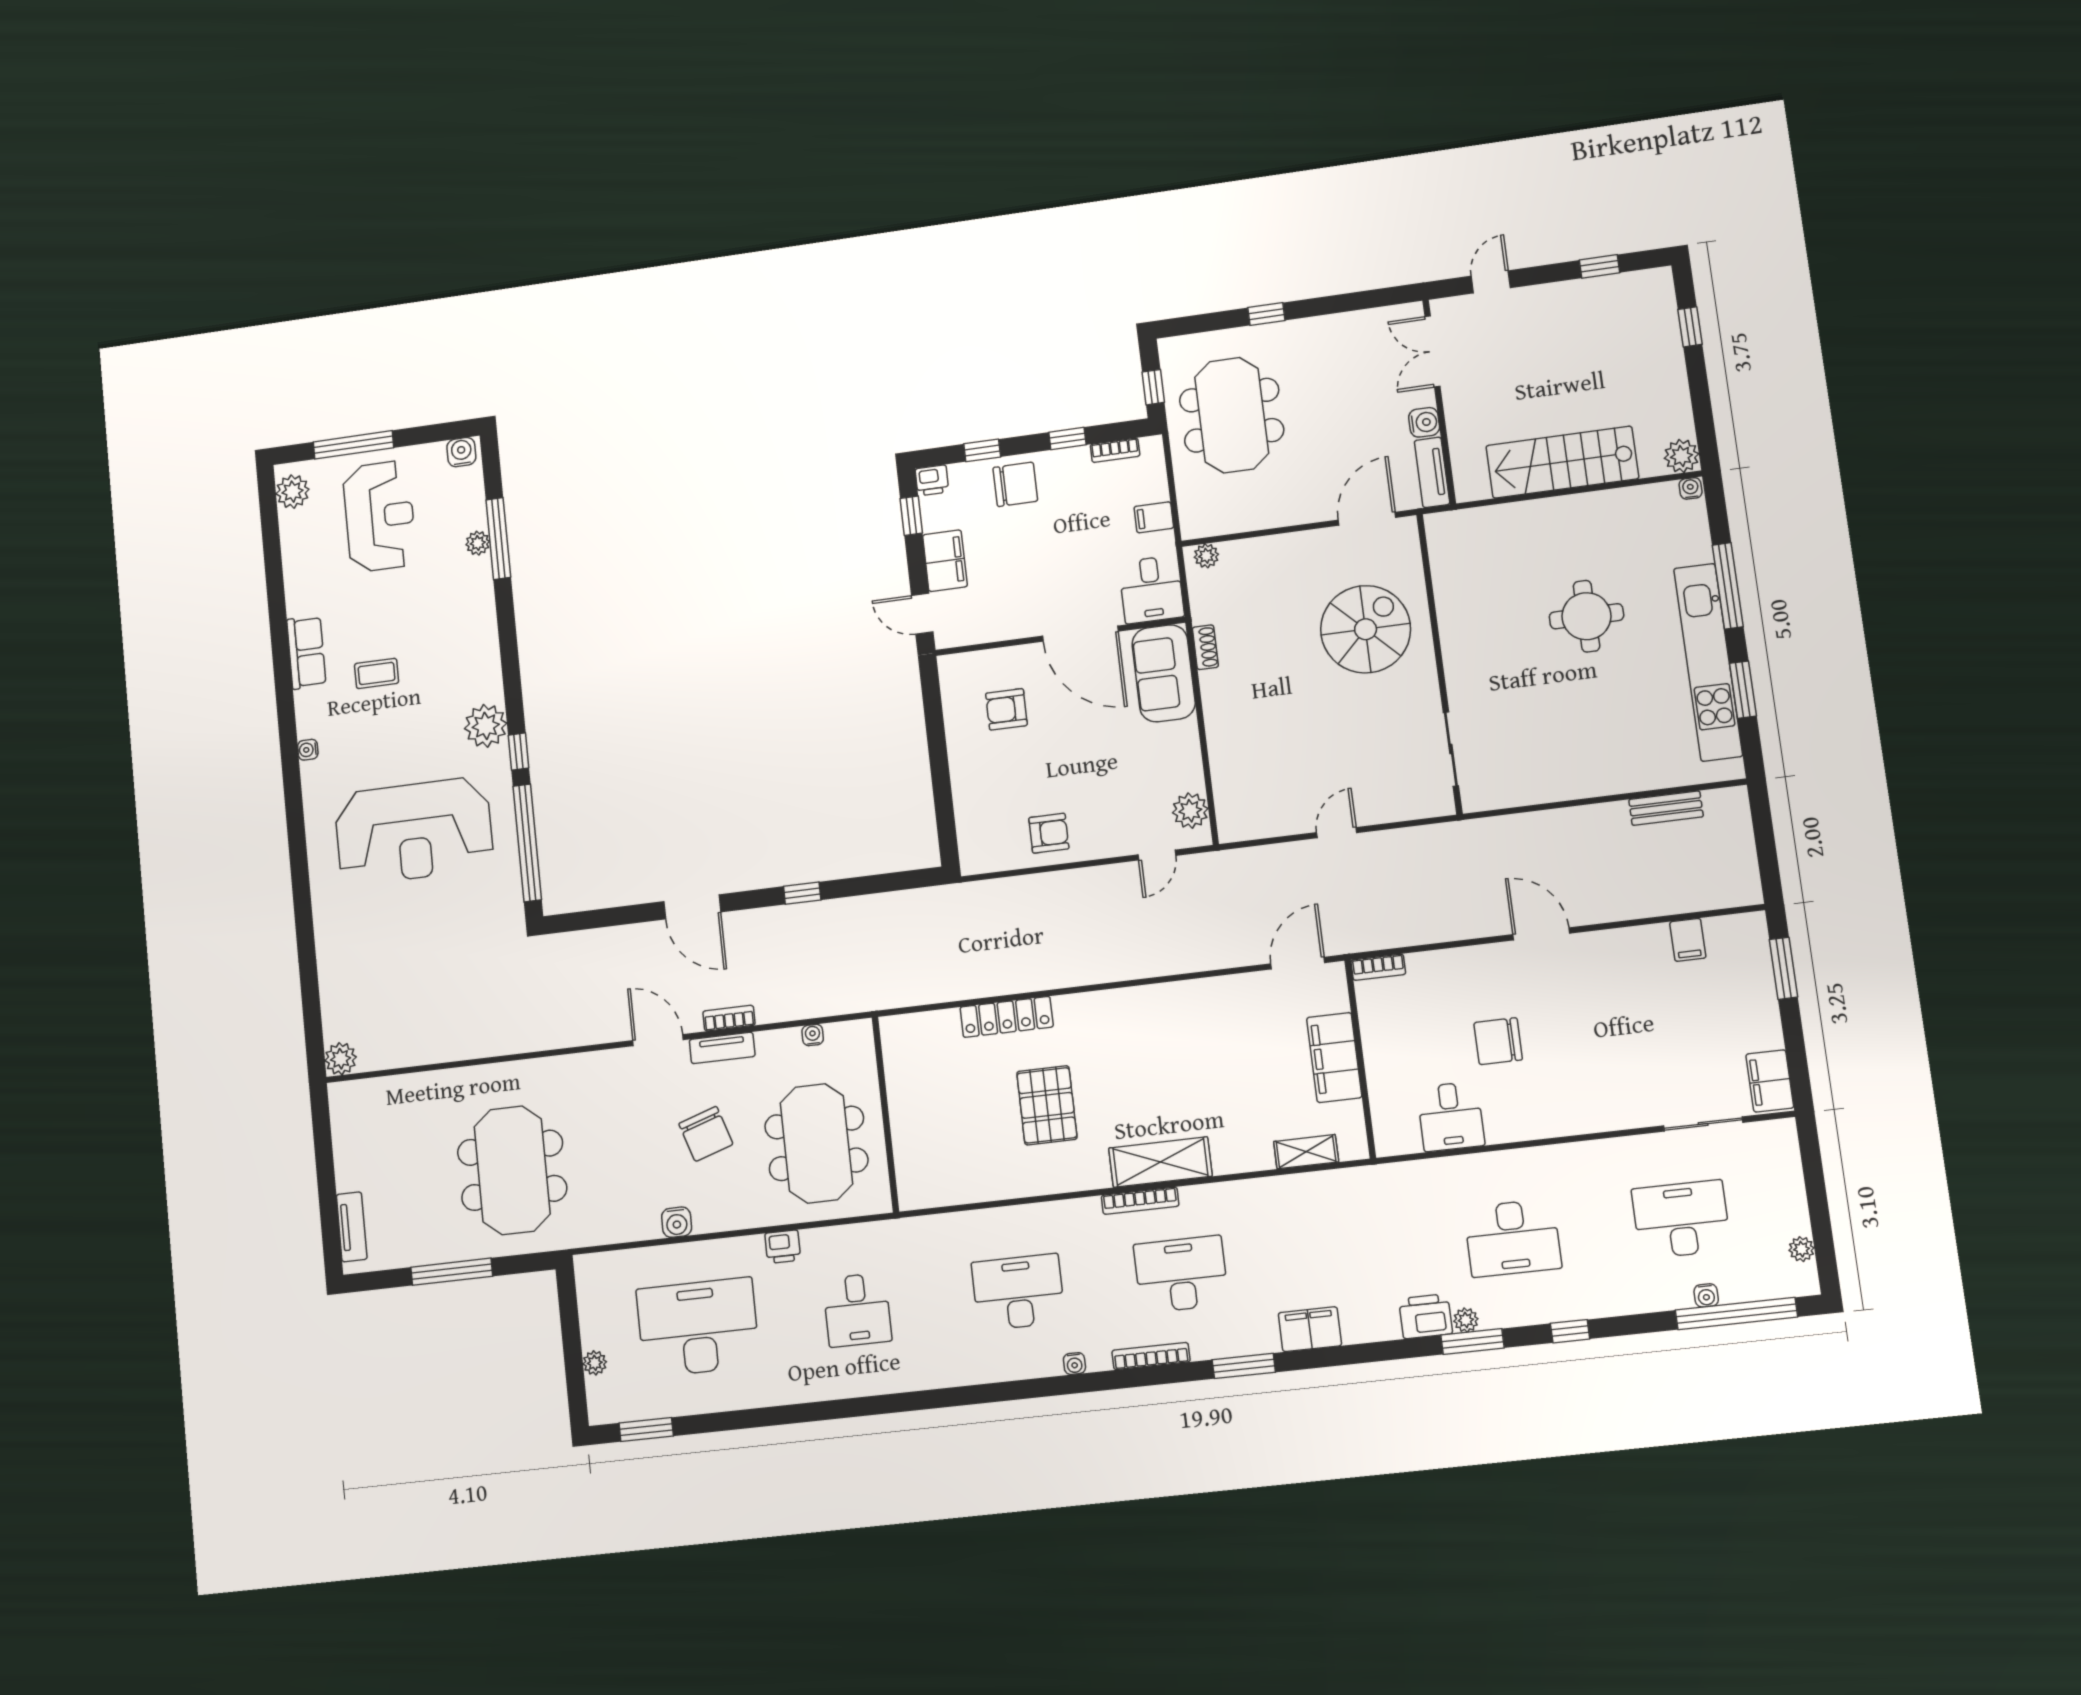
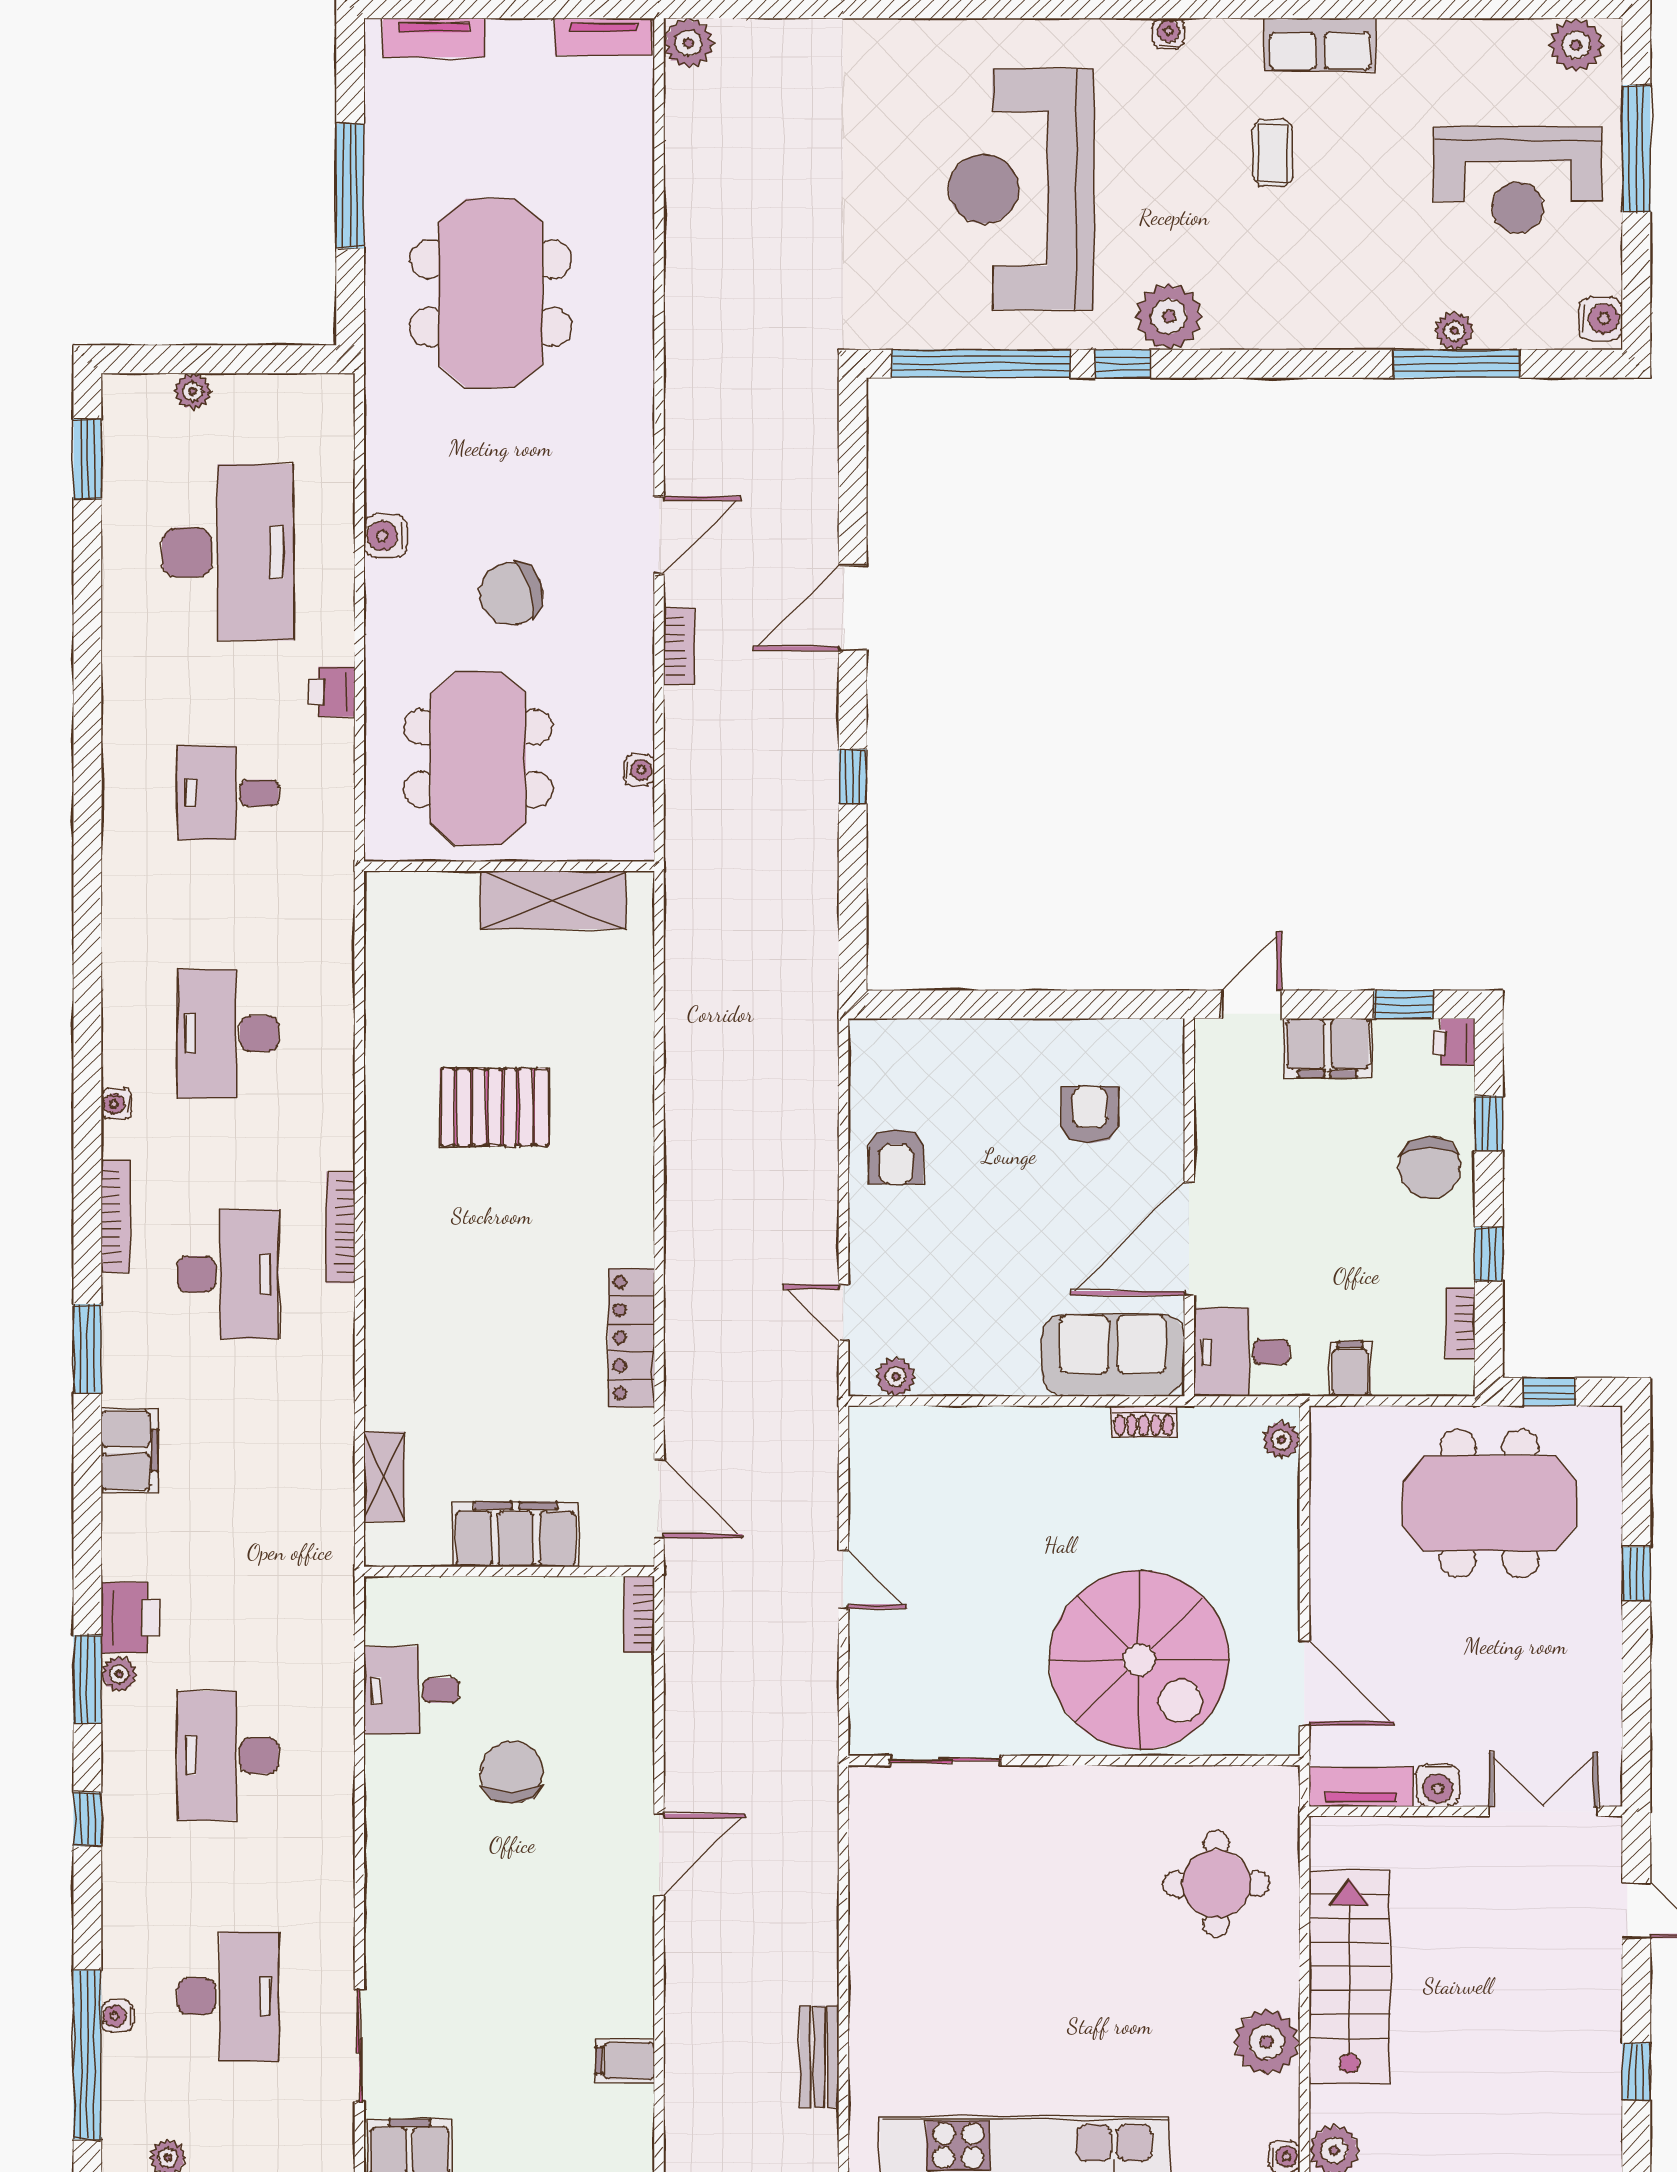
plant: (1614, 511) -> (1267, 2042), added
round table: (1586, 616) -> (1216, 1884), moved
spiral stairs: (1366, 629) -> (1139, 1660), width x1.37, depth x1.37
plant: (1190, 811) -> (896, 1377), width x0.73, depth x0.73
locker: (1007, 1017) -> (631, 1338), moved
tv unit: (722, 1048) -> (603, 37), moved, turned -90
meeting table: (816, 1143) -> (478, 758), turned 90
shelving: (1160, 1162) -> (553, 900), moved, turned 90
meeting table: (512, 1170) -> (491, 293), turned 90
desk: (1018, 1292) -> (228, 1034), turned 180

